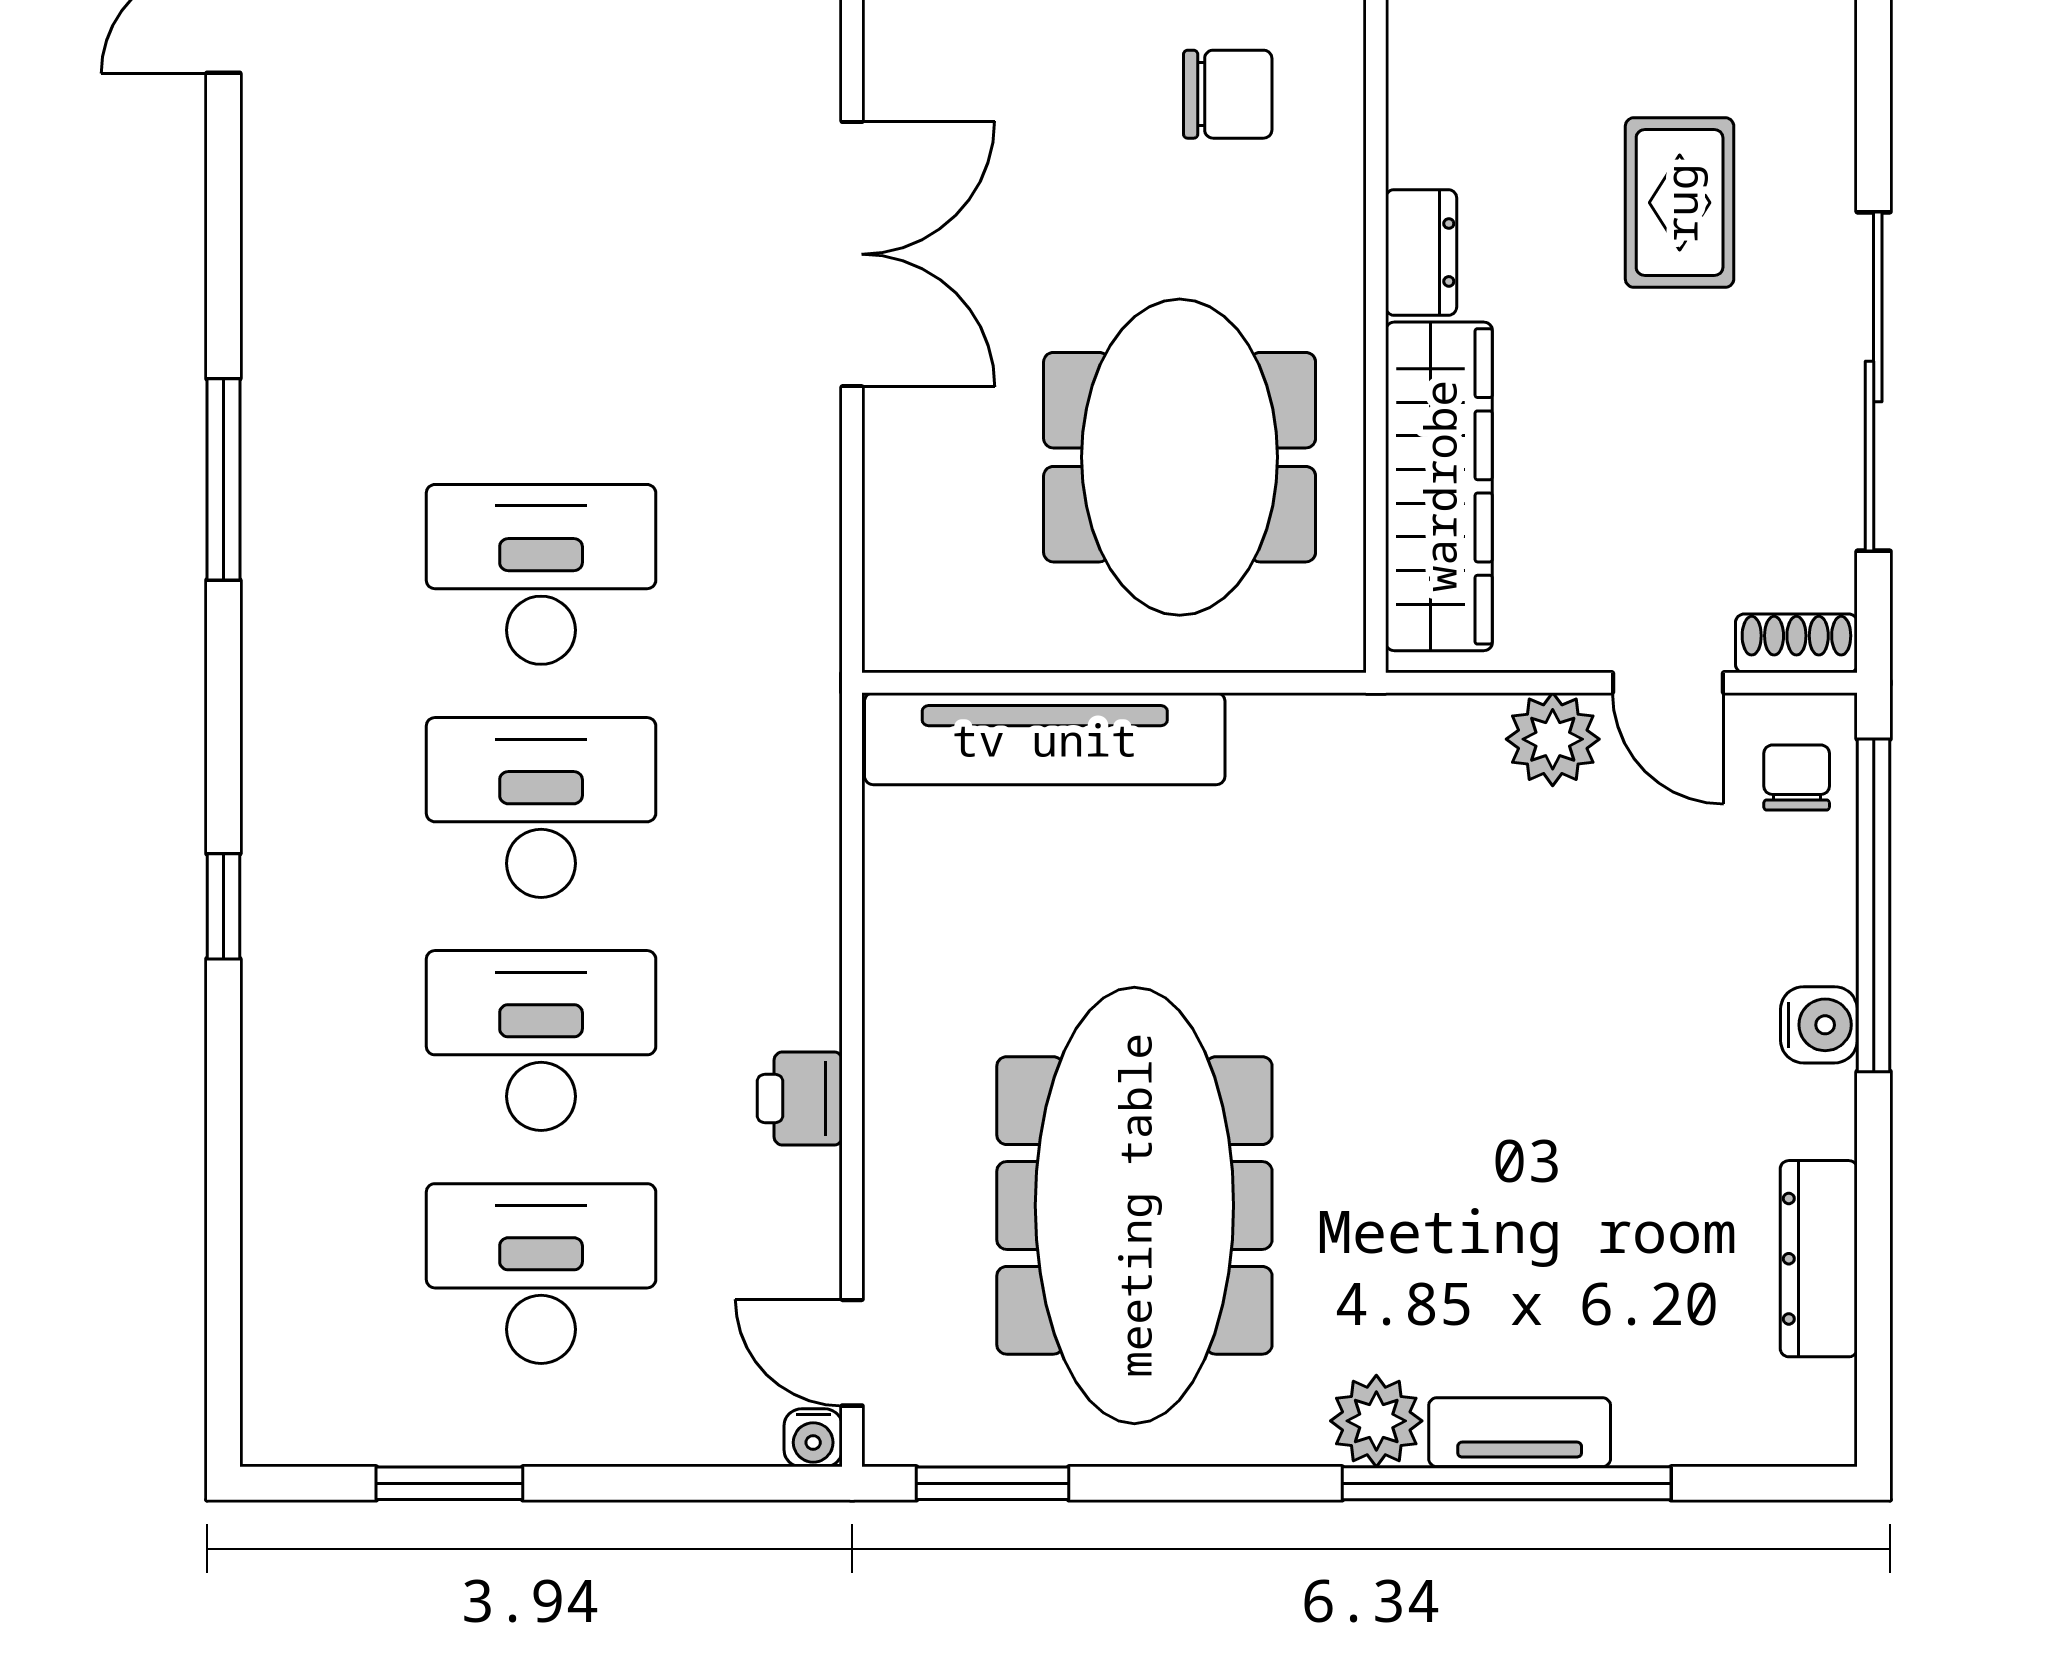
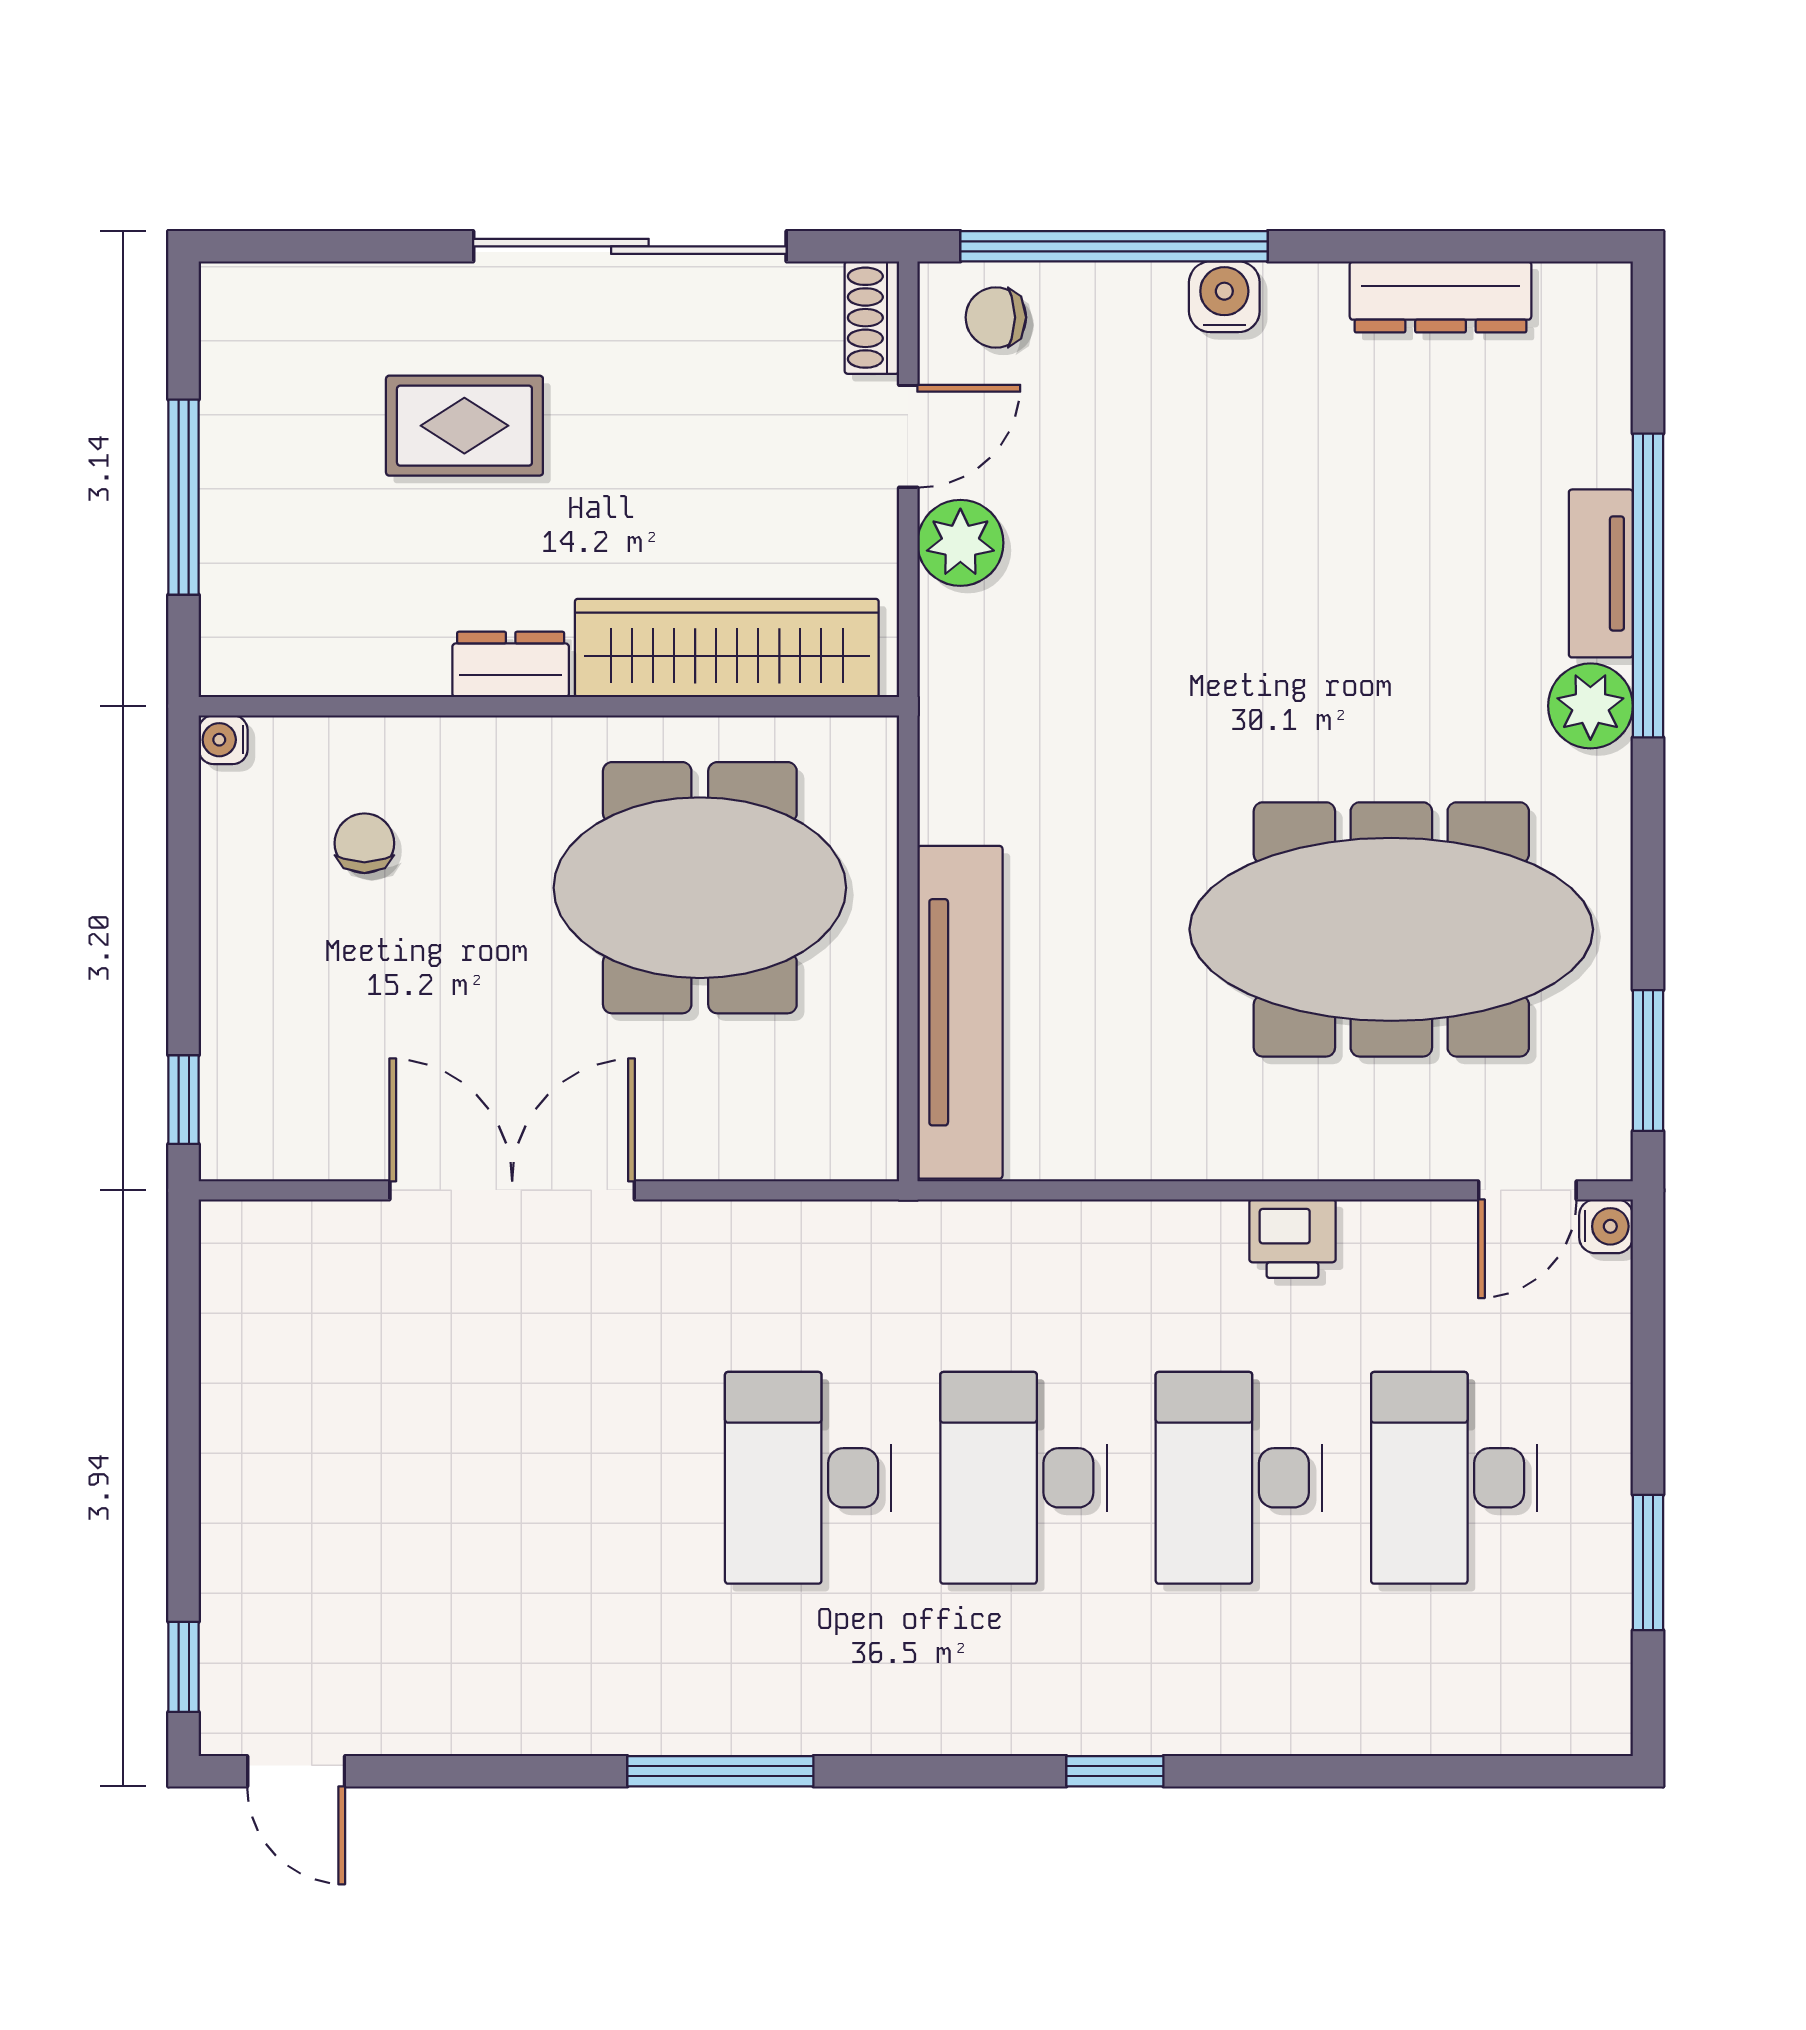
chair: (1228, 94) -> (364, 843), width x0.73, depth x0.73

